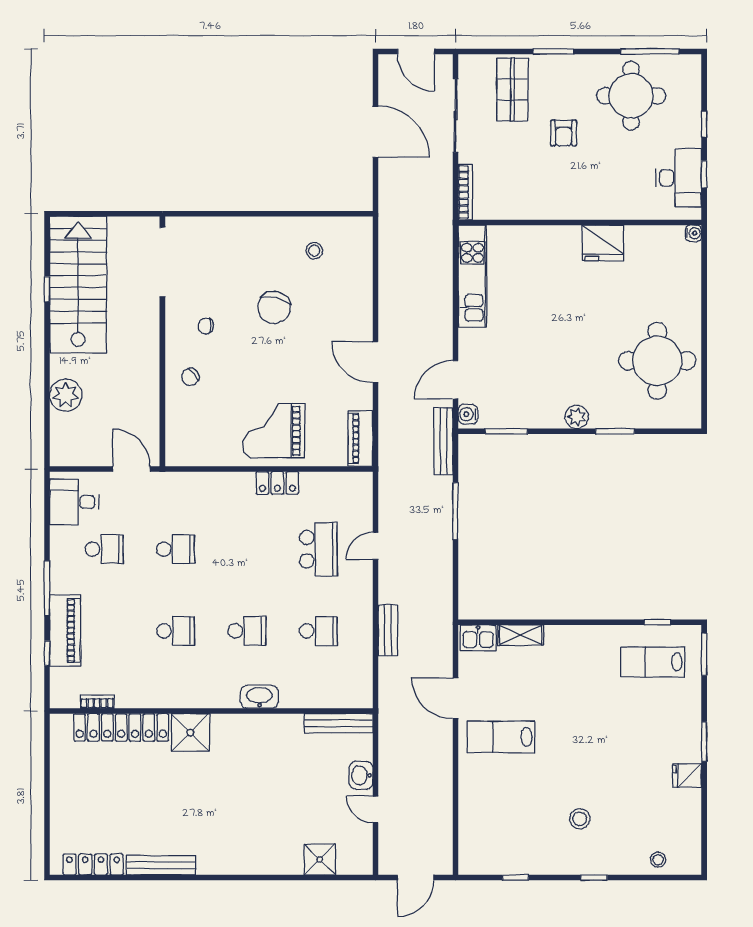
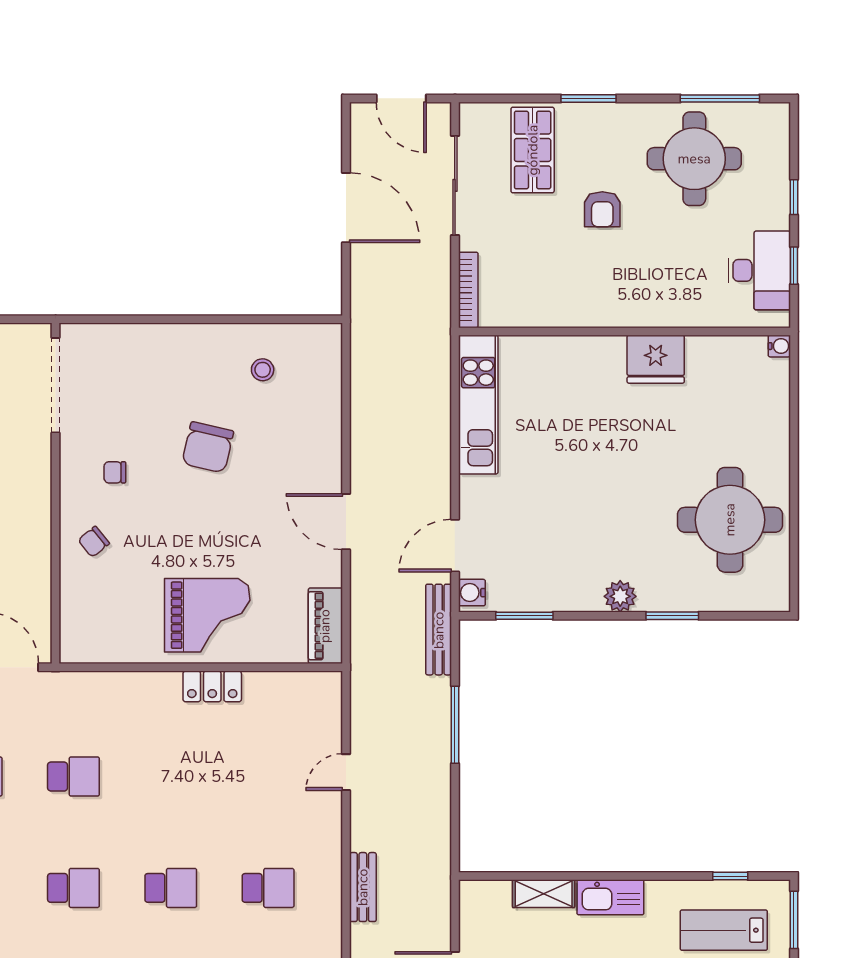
grand piano: (274, 431) -> (207, 615), turned 180
school desk: (318, 549) -> (268, 777), removed
kitchen sink: (478, 638) -> (610, 897), moved, width x1.38

